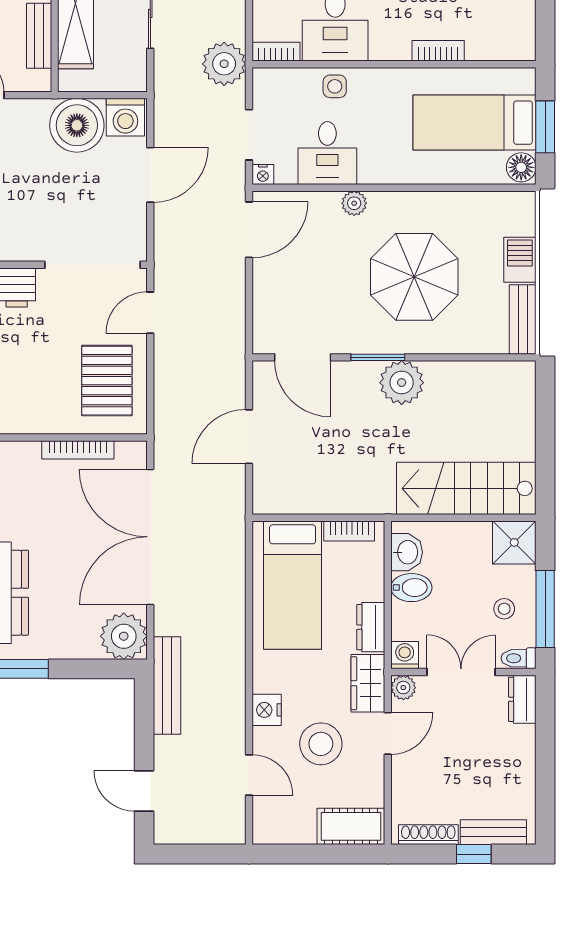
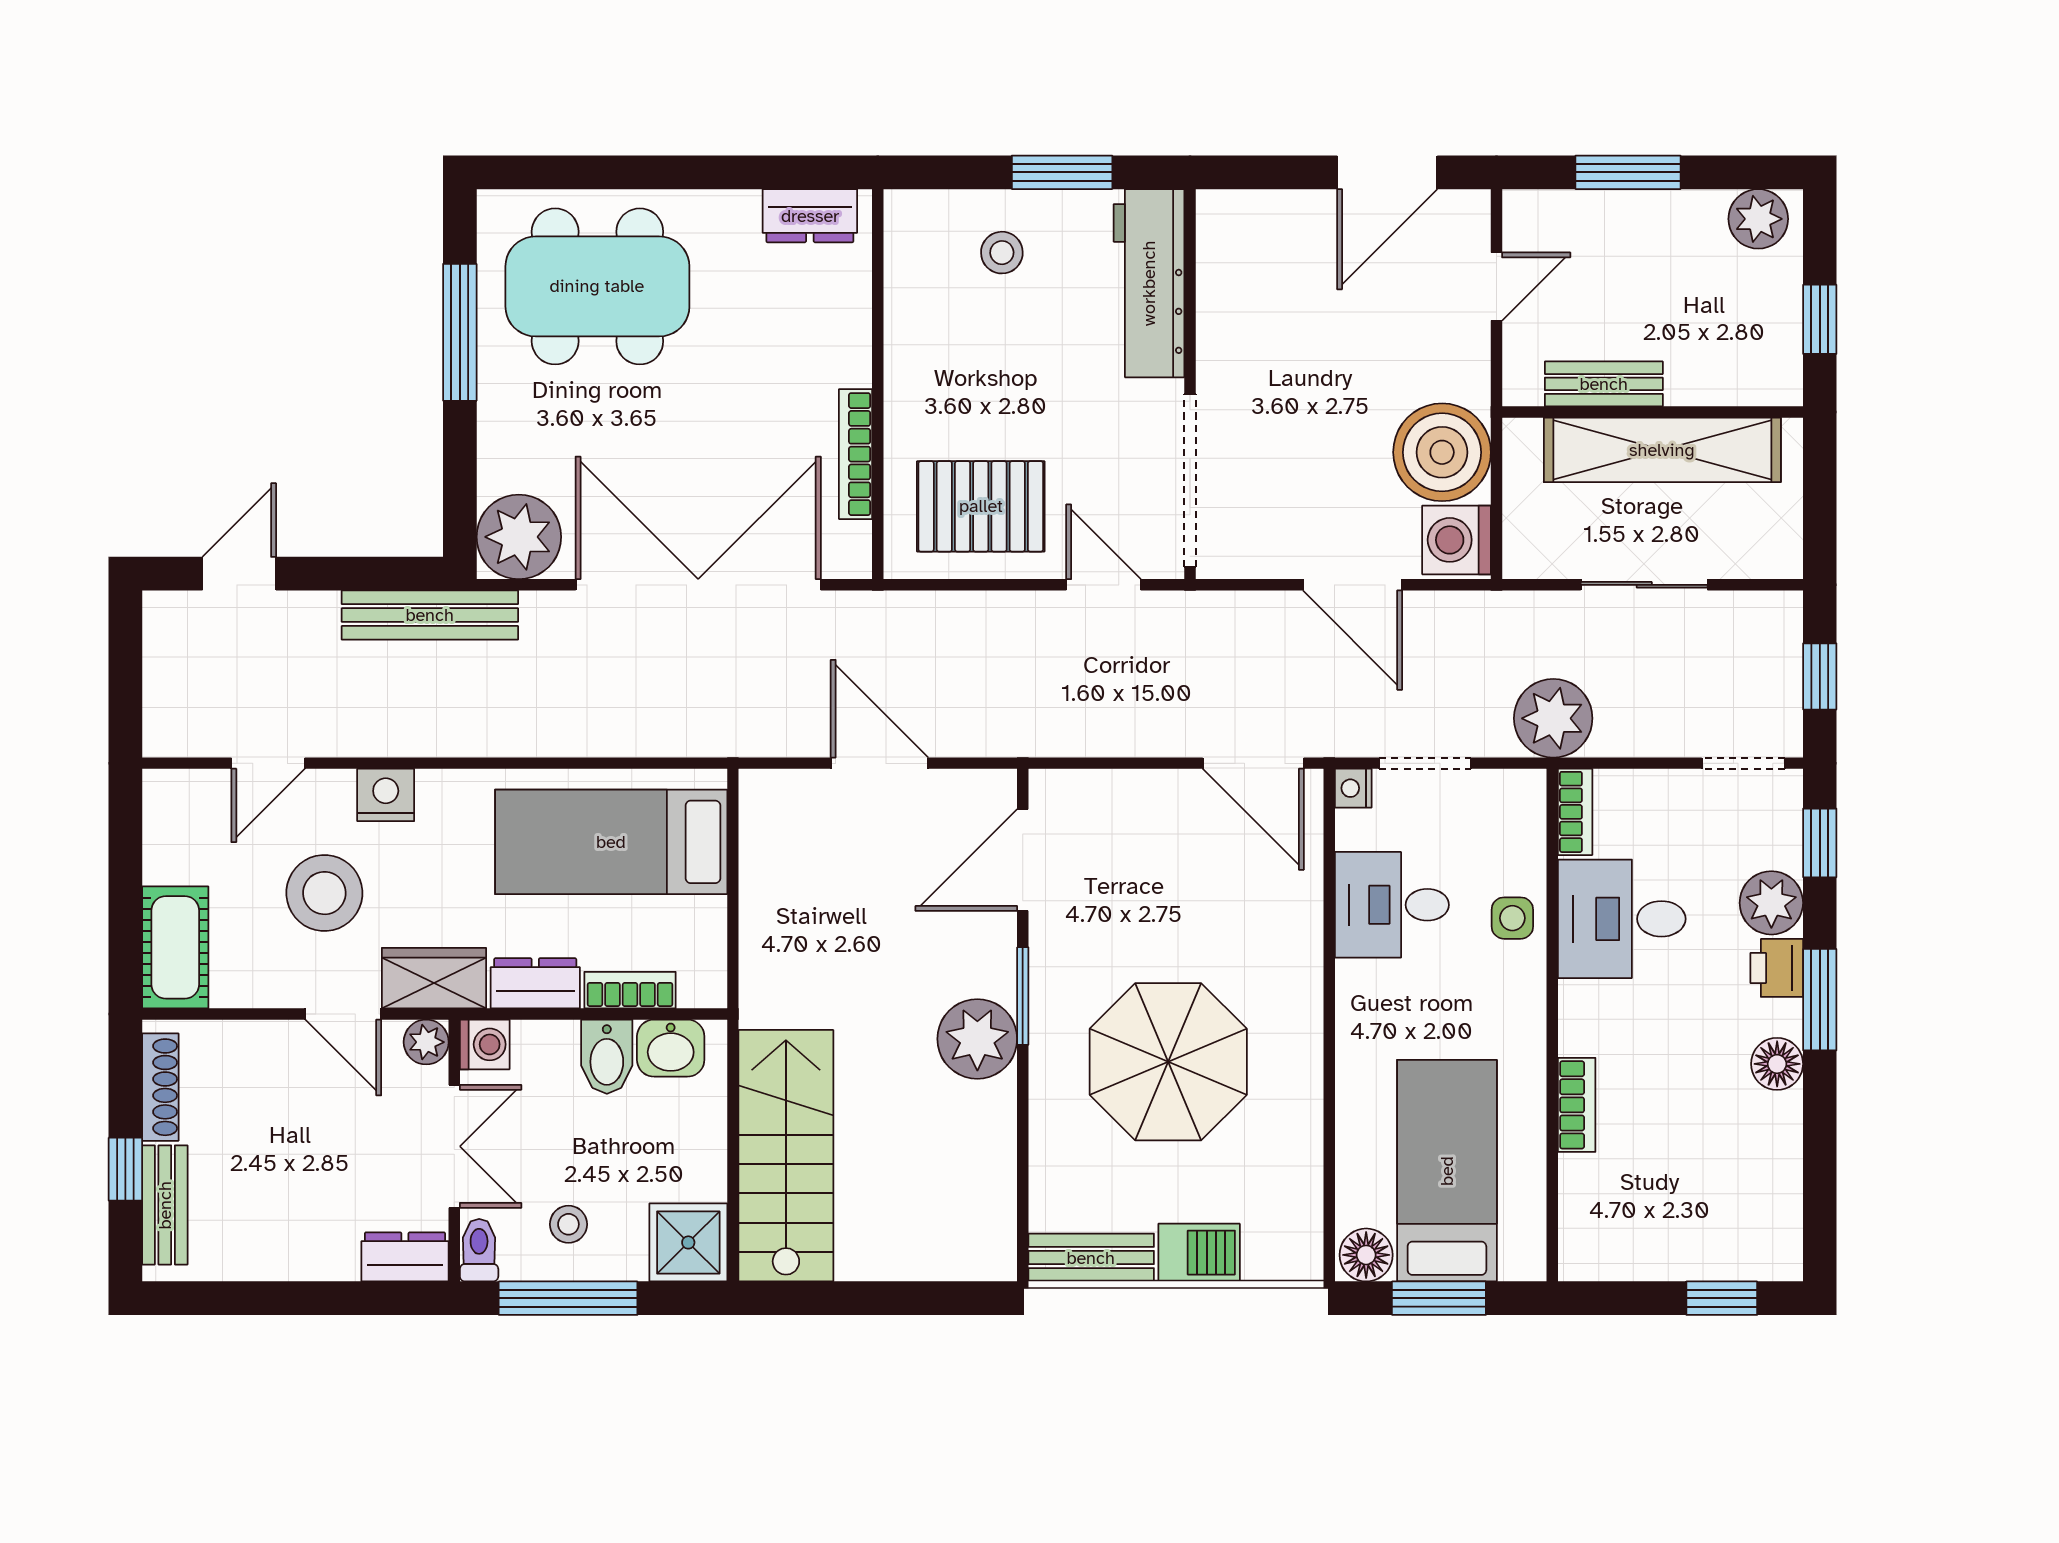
plant: (354, 203) -> (1301, 953), removed
bookcase: (349, 531) -> (630, 990), moved, turned 90

